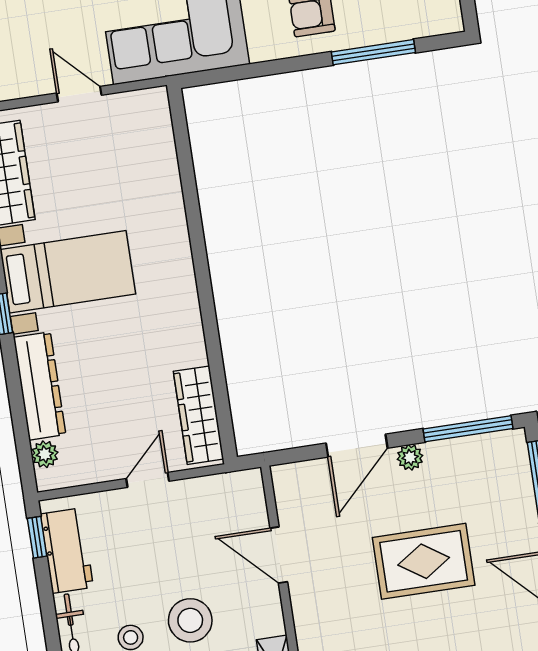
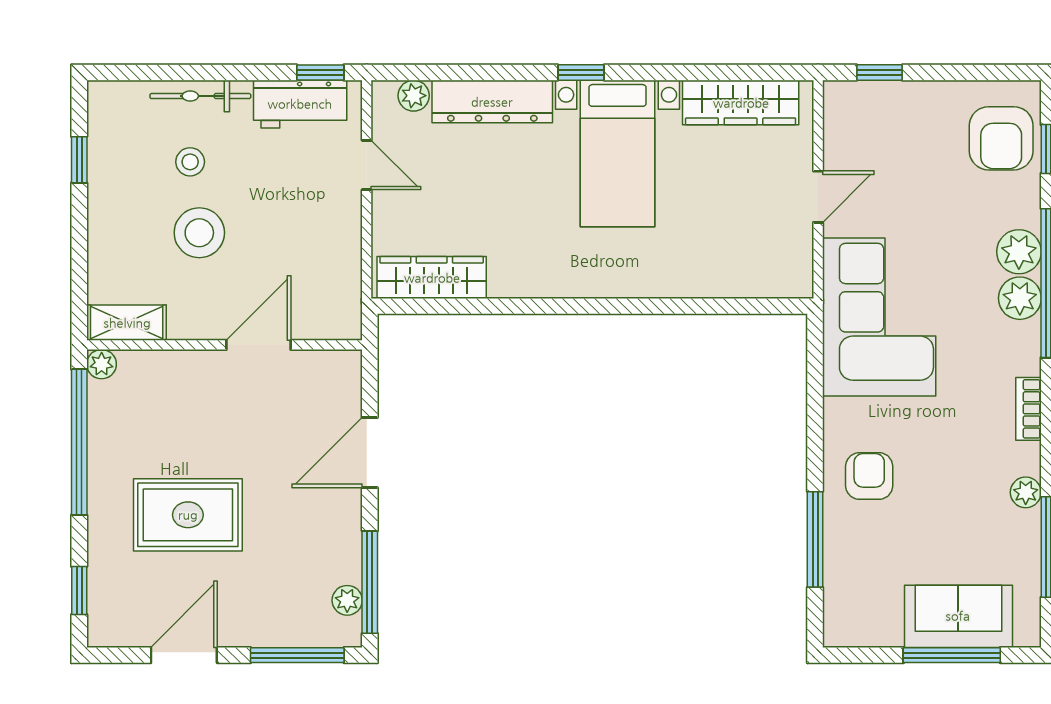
door: (357, 446) -> (370, 453), hinge flipped
plant: (410, 457) -> (347, 600), moved
door: (148, 480) -> (367, 165), moved
rug: (424, 561) -> (188, 515), moved, turned 90

